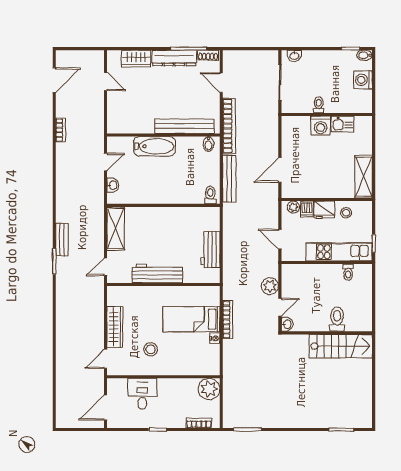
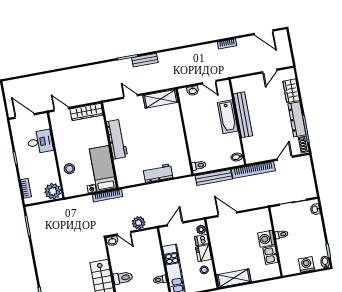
bench: (184, 126) -> (243, 115), moved
workbench: (157, 274) -> (117, 139), moved
wall: (163, 284) -> (110, 145), moved
stool: (151, 349) -> (69, 169), moved

